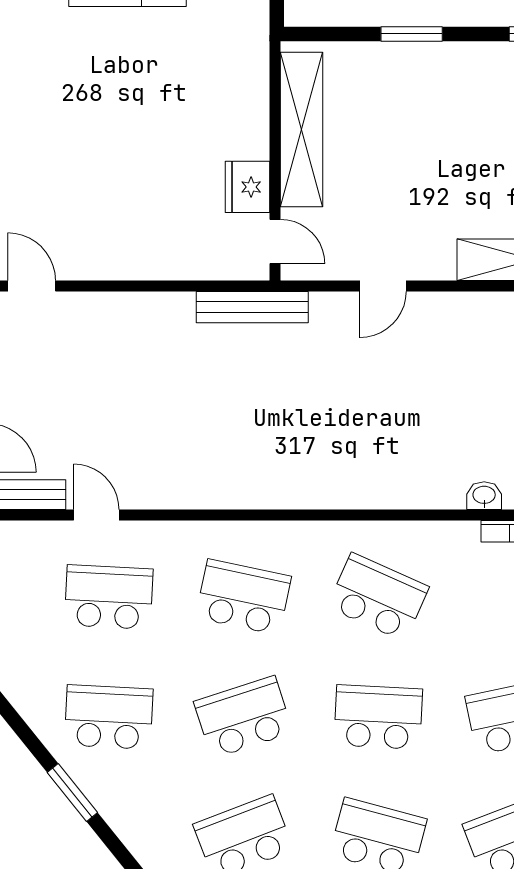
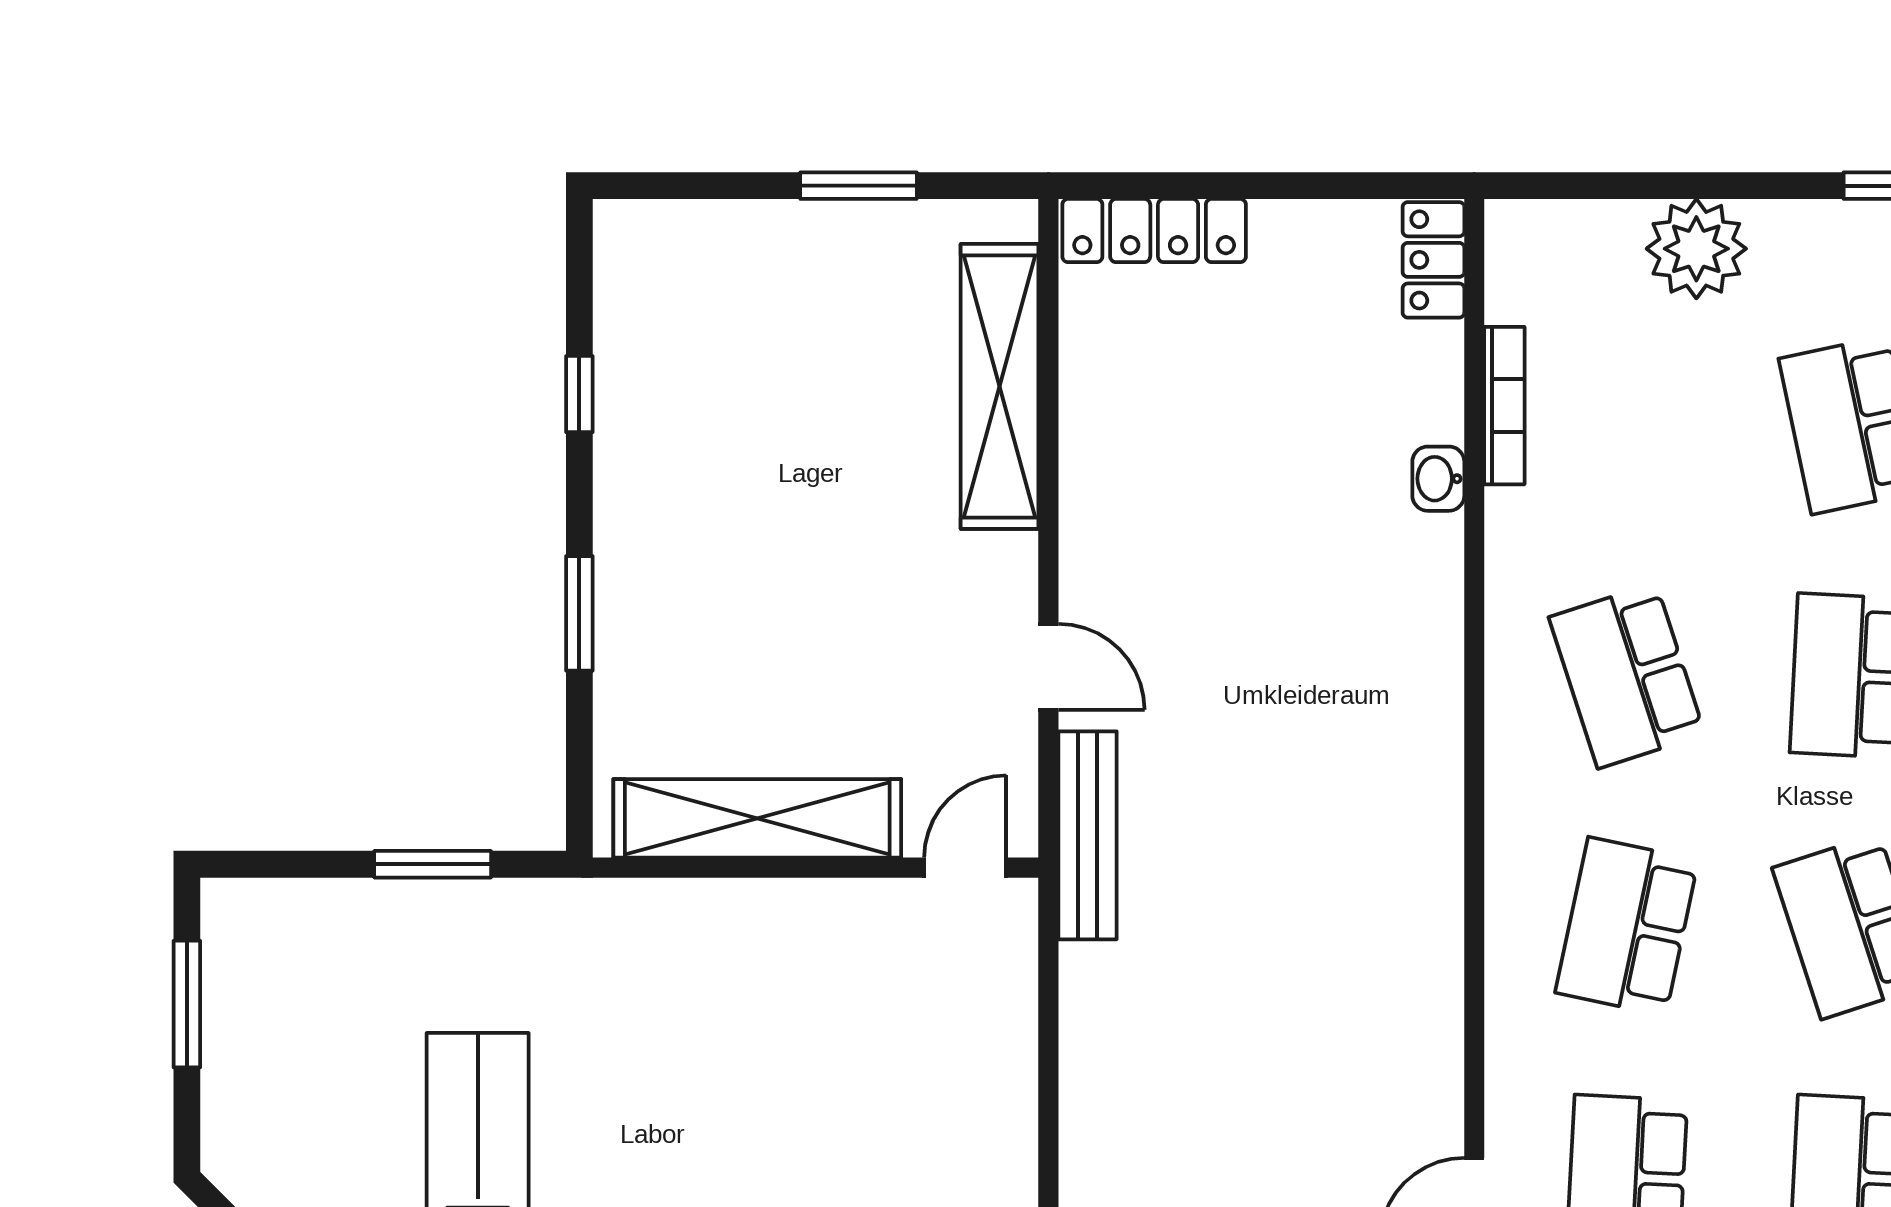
fridge: (247, 187) -> (864, 919), removed
bench: (252, 307) -> (1088, 835), moved
school desk: (378, 597) -> (1627, 676), turned -42

